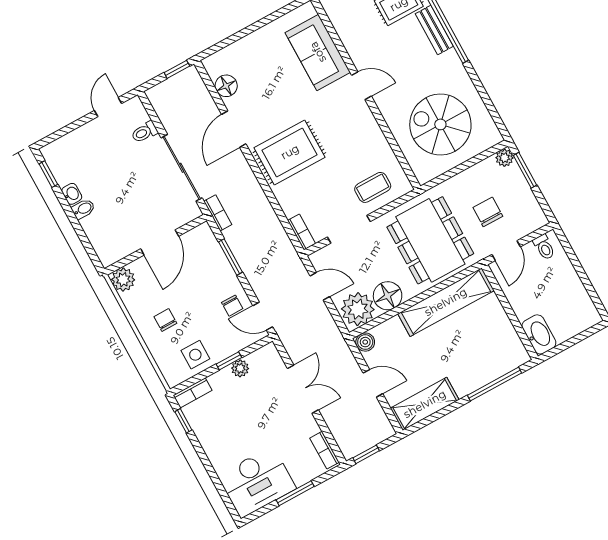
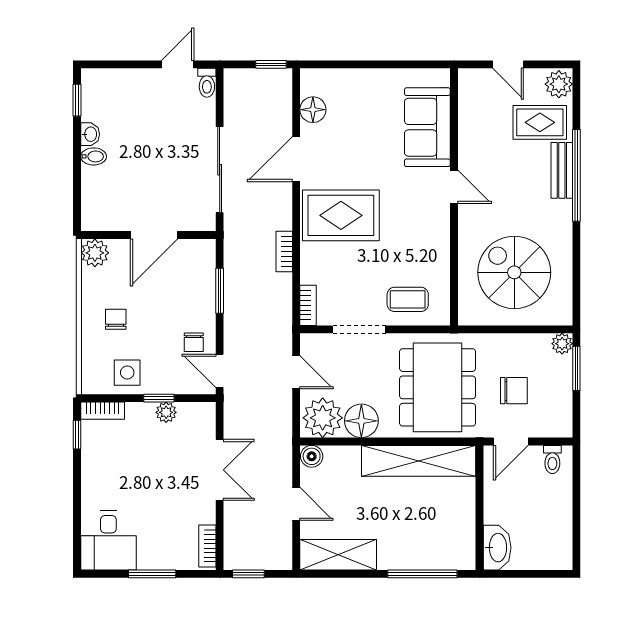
toilet: (144, 132) -> (207, 83), moved, turned -90
chair: (488, 212) -> (514, 391), turned 90
bookcase: (218, 213) -> (284, 252), moved, turned 180
desk: (257, 482) -> (108, 540), width x0.73

